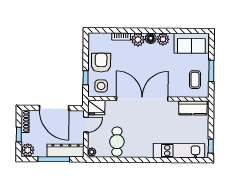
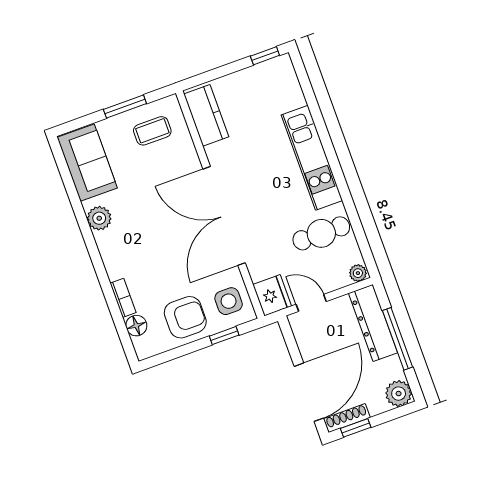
floor lamp: (151, 38) -> (136, 326), moved
plant: (138, 40) -> (117, 265), removed
armchair: (101, 63) -> (185, 317), turned 180
door: (54, 108) -> (309, 392), moved
window: (19, 135) -> (356, 428), moved
kitchen unit: (179, 151) -> (312, 158), moved

